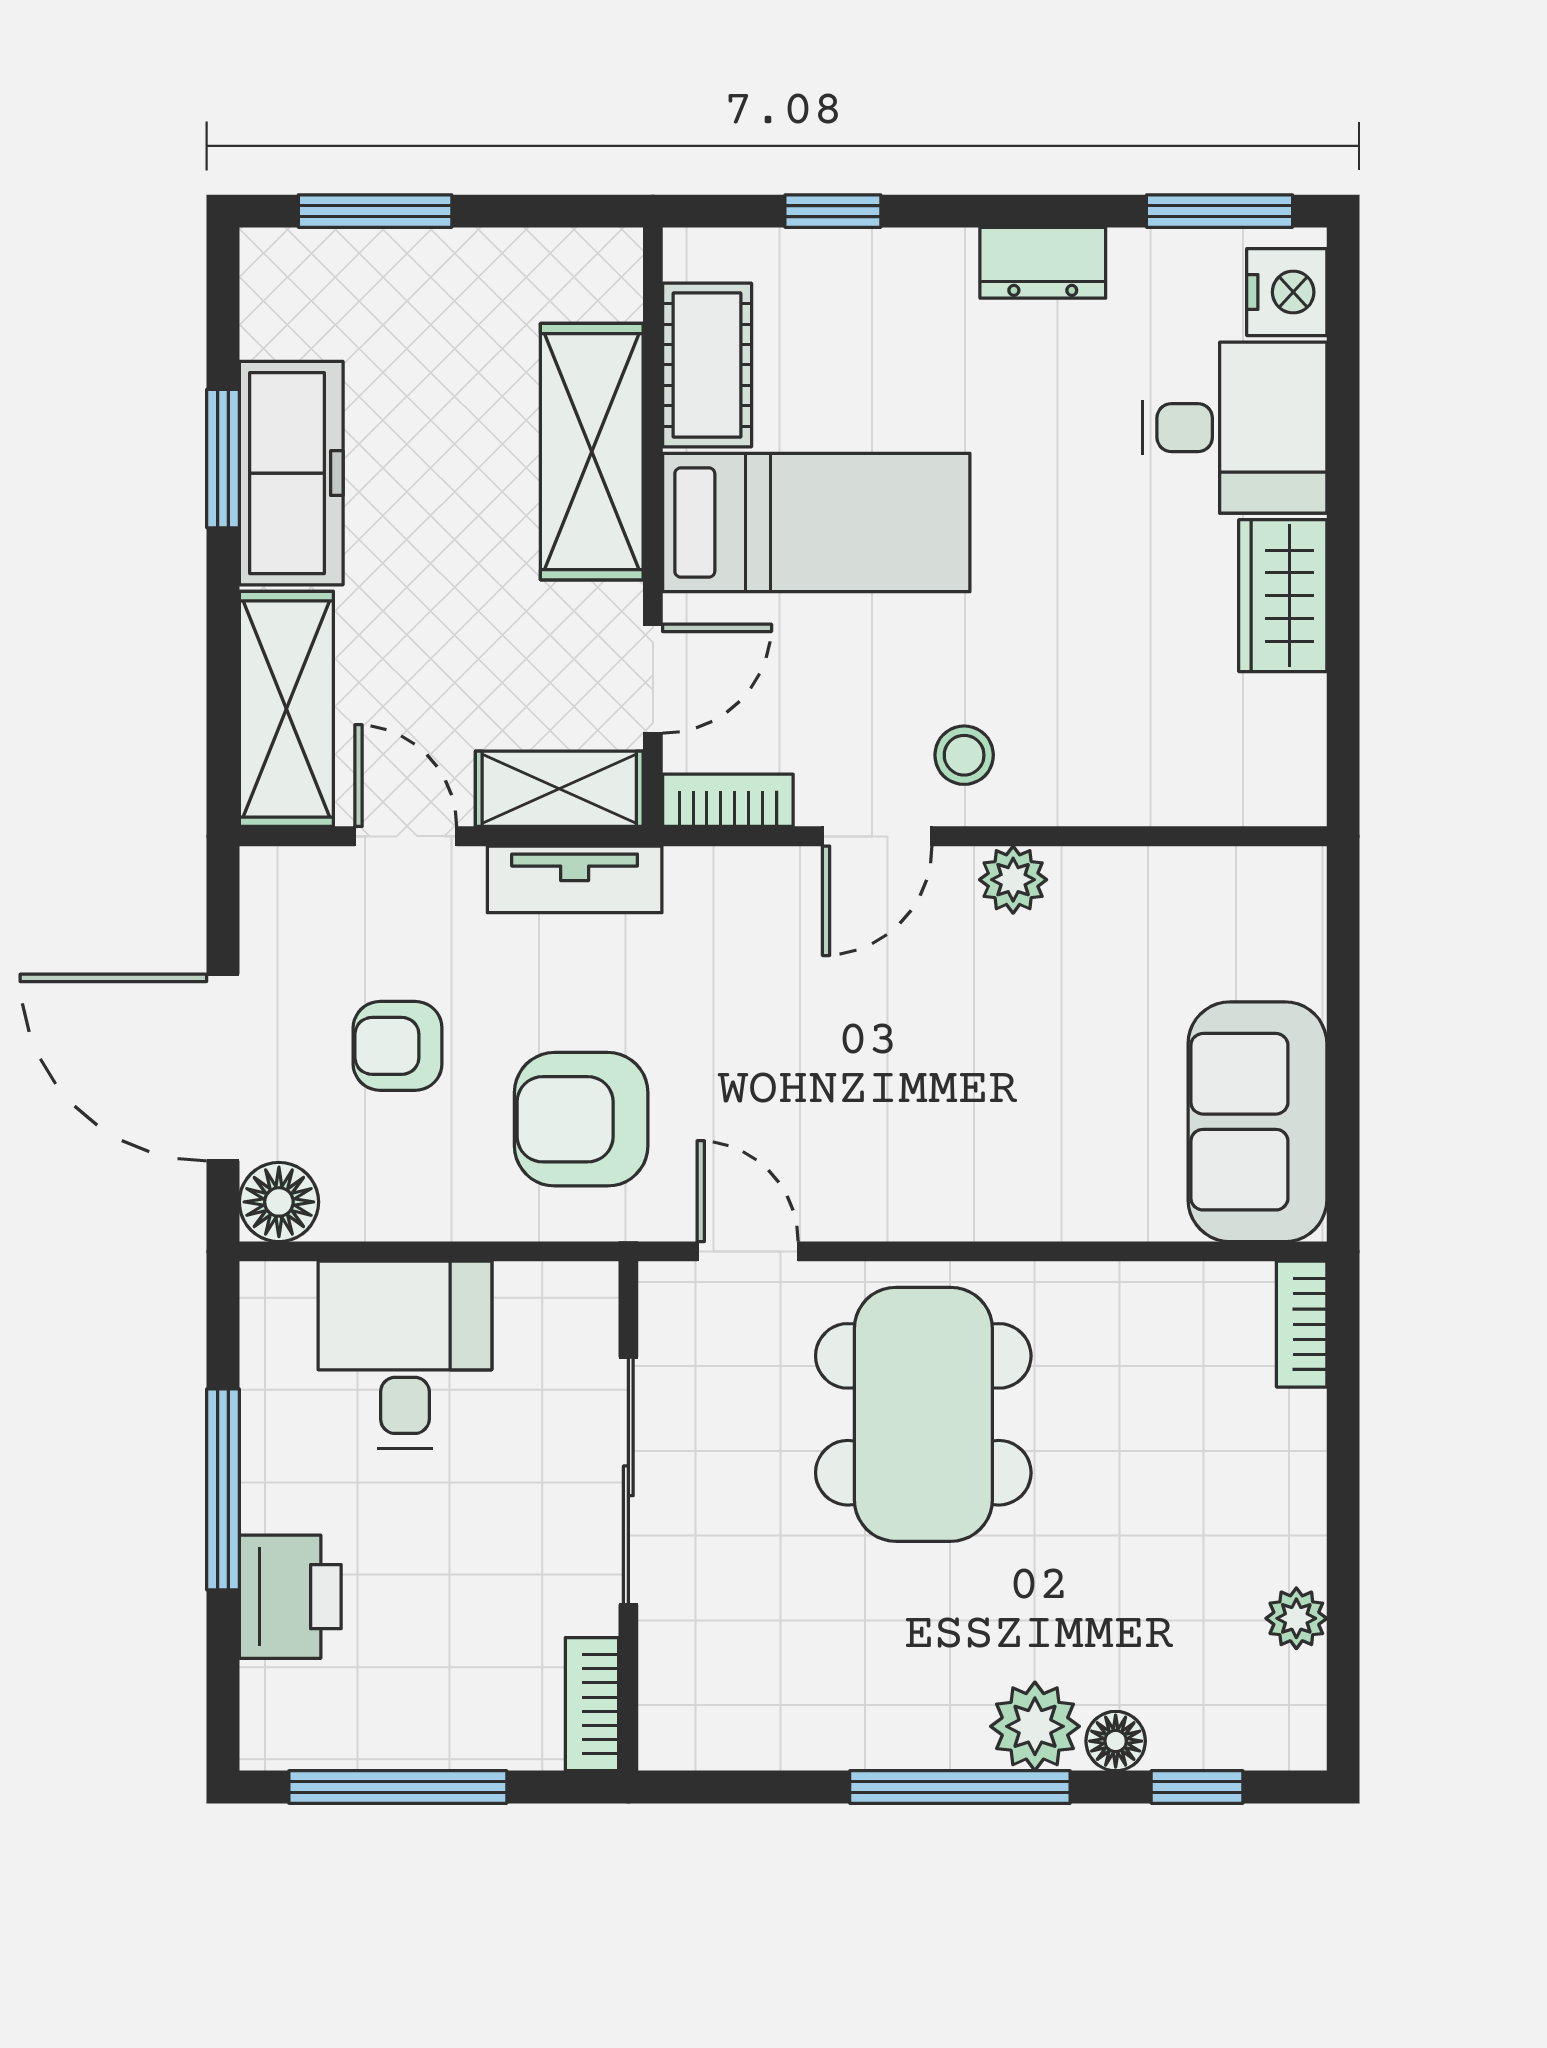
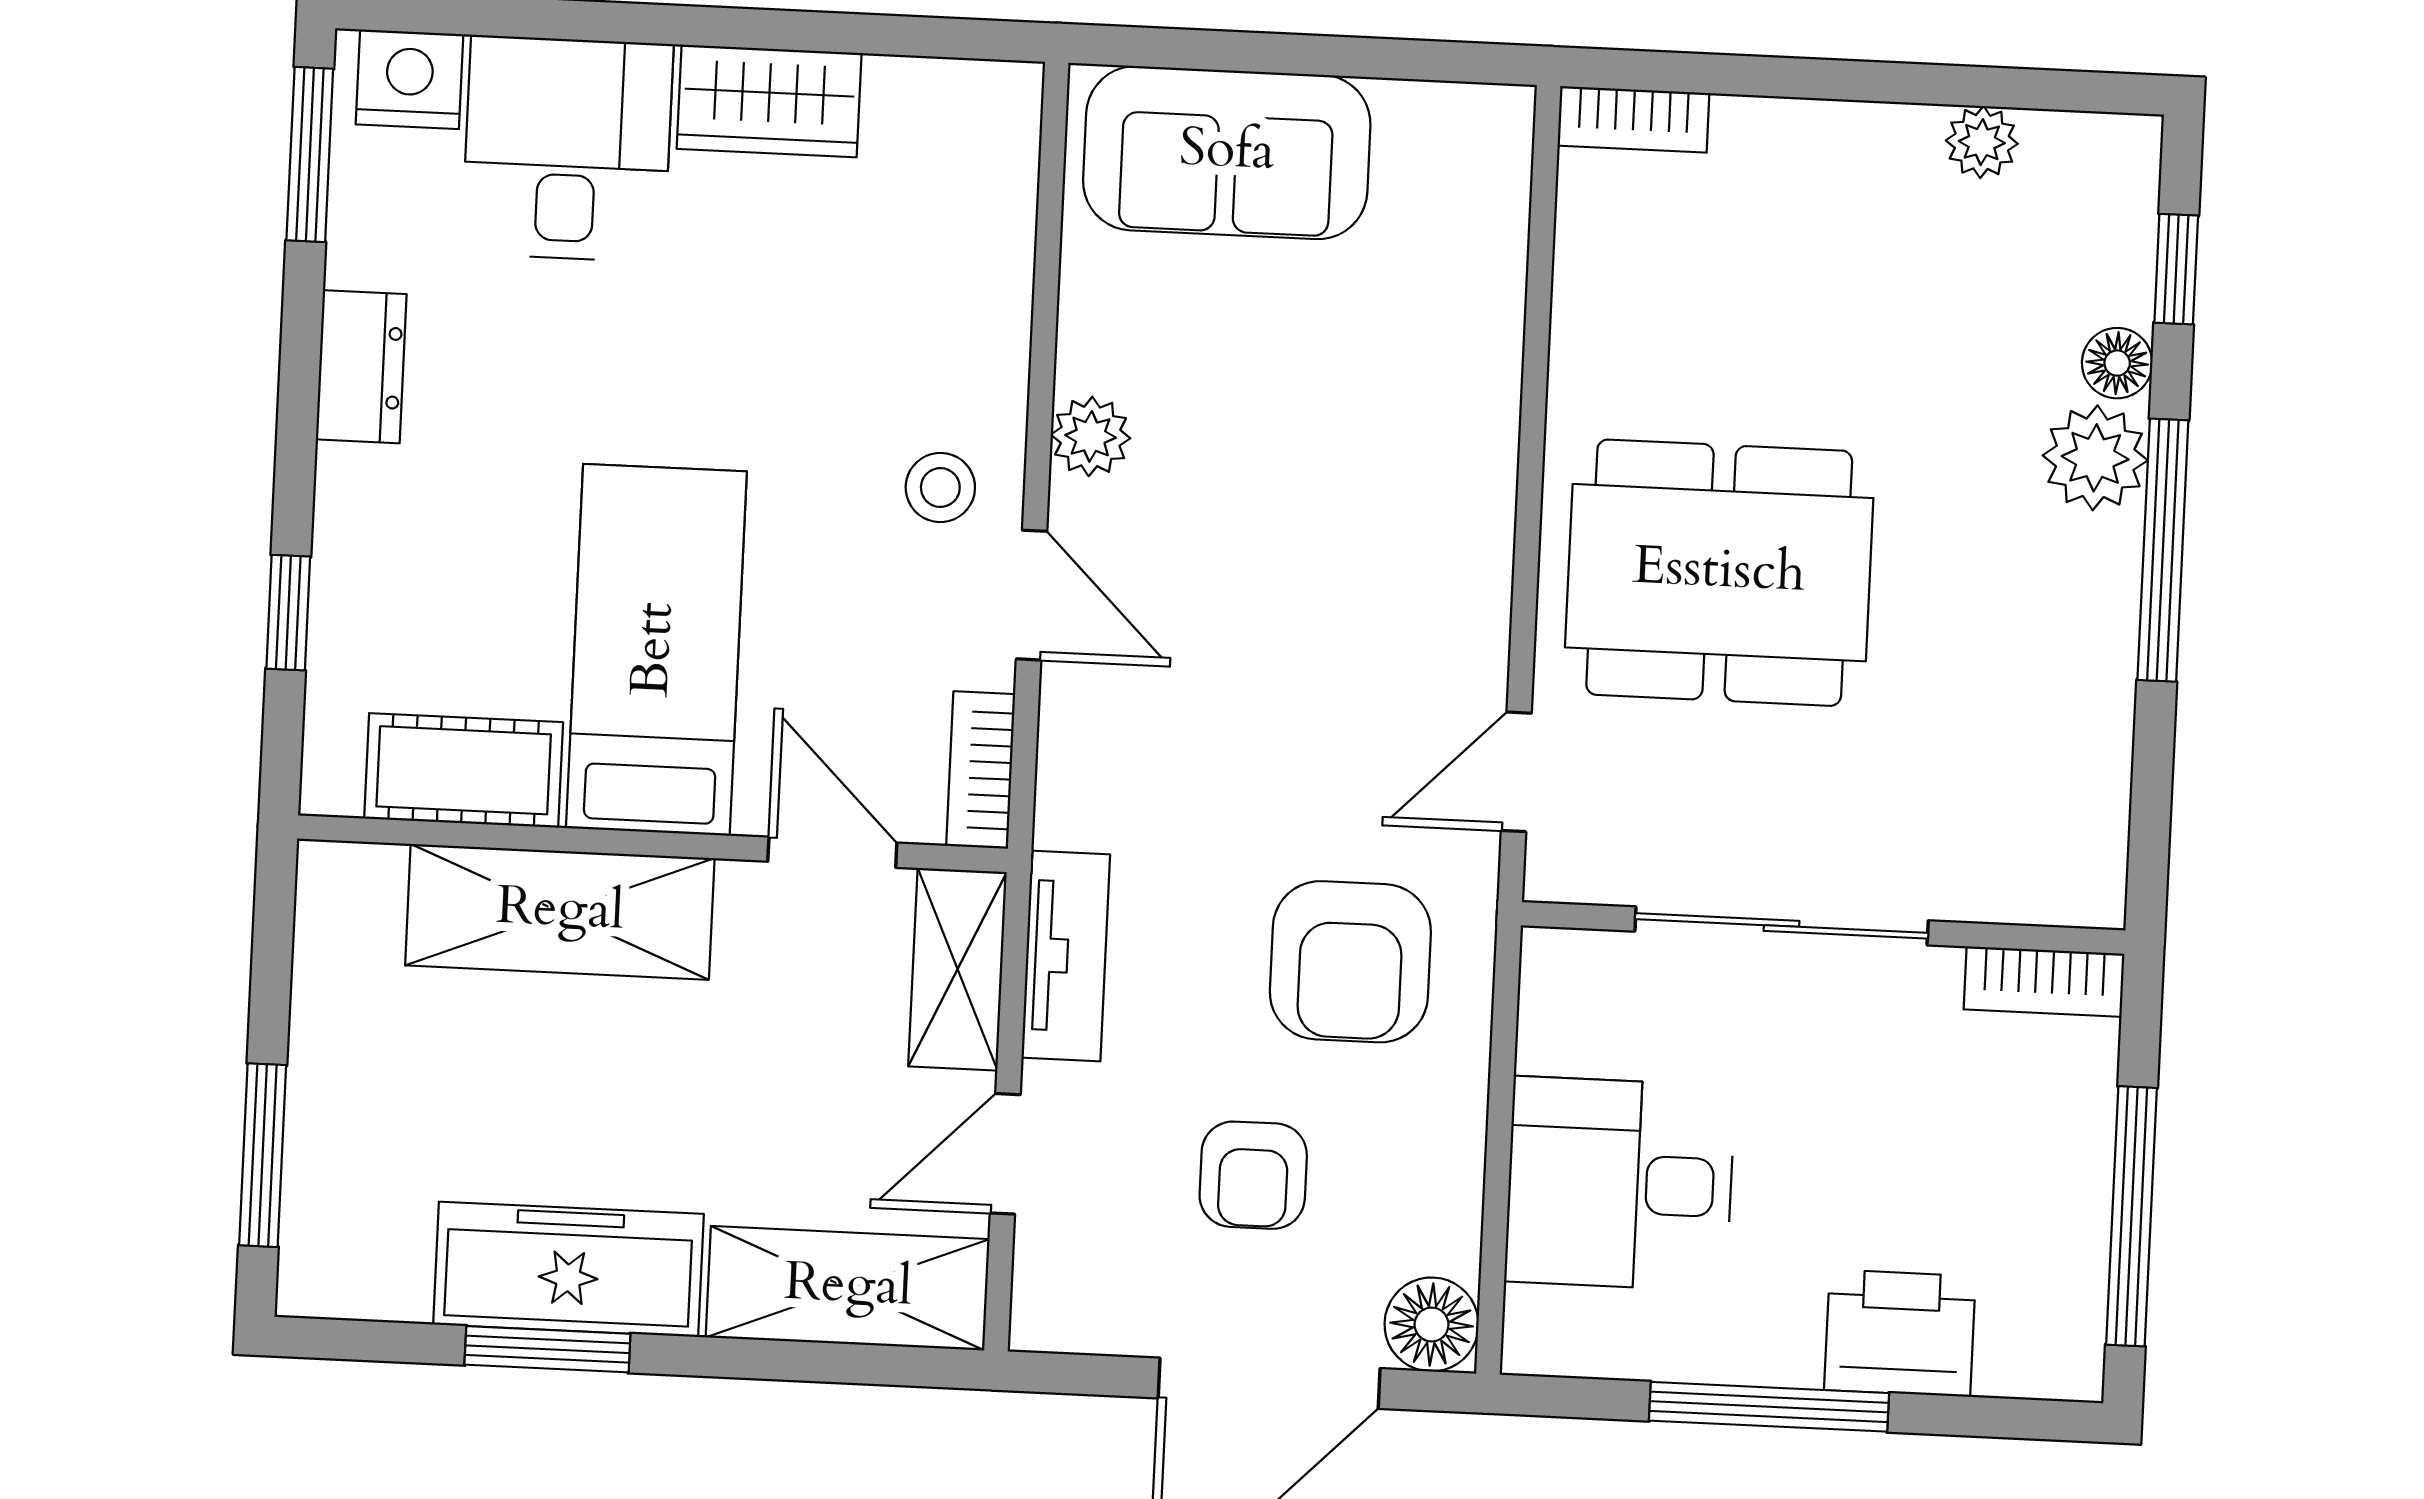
sofa: (1257, 1122) -> (1227, 153), moved

